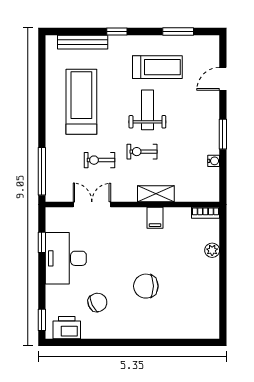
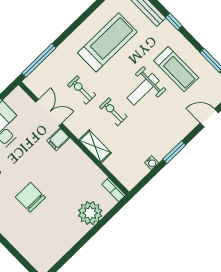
weight bench: (147, 110) -> (143, 89), turned 180
filing cabinet: (155, 218) -> (58, 139), moved
plant: (212, 250) -> (90, 213), width x1.87, depth x1.87

